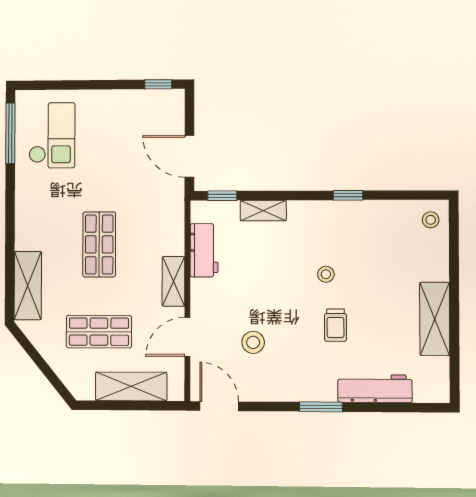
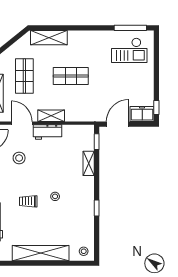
freezer: (170, 111) -> (142, 114), added
workbench: (204, 250) -> (47, 132), moved
shelving: (435, 319) -> (41, 253), width x1.47

